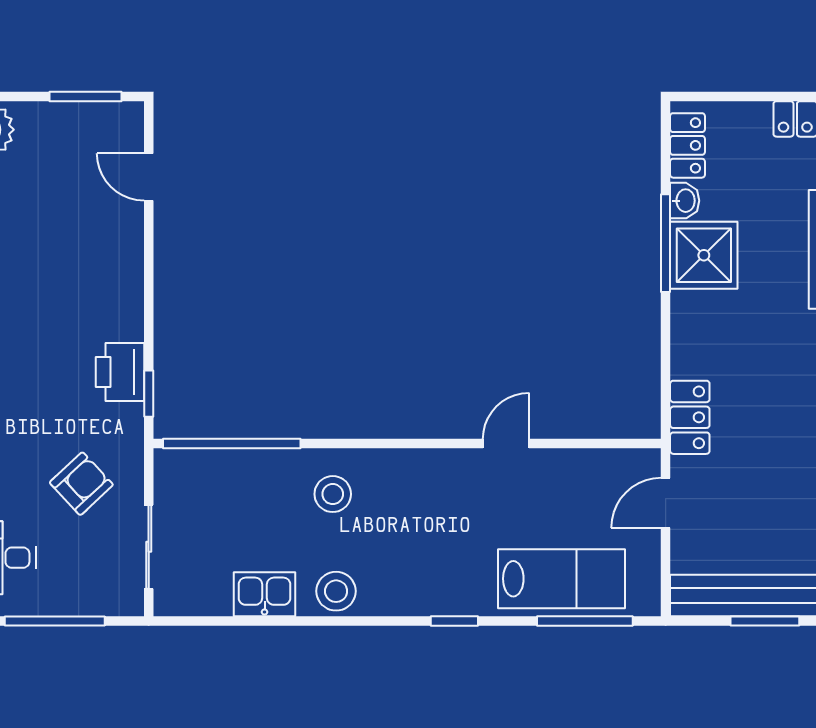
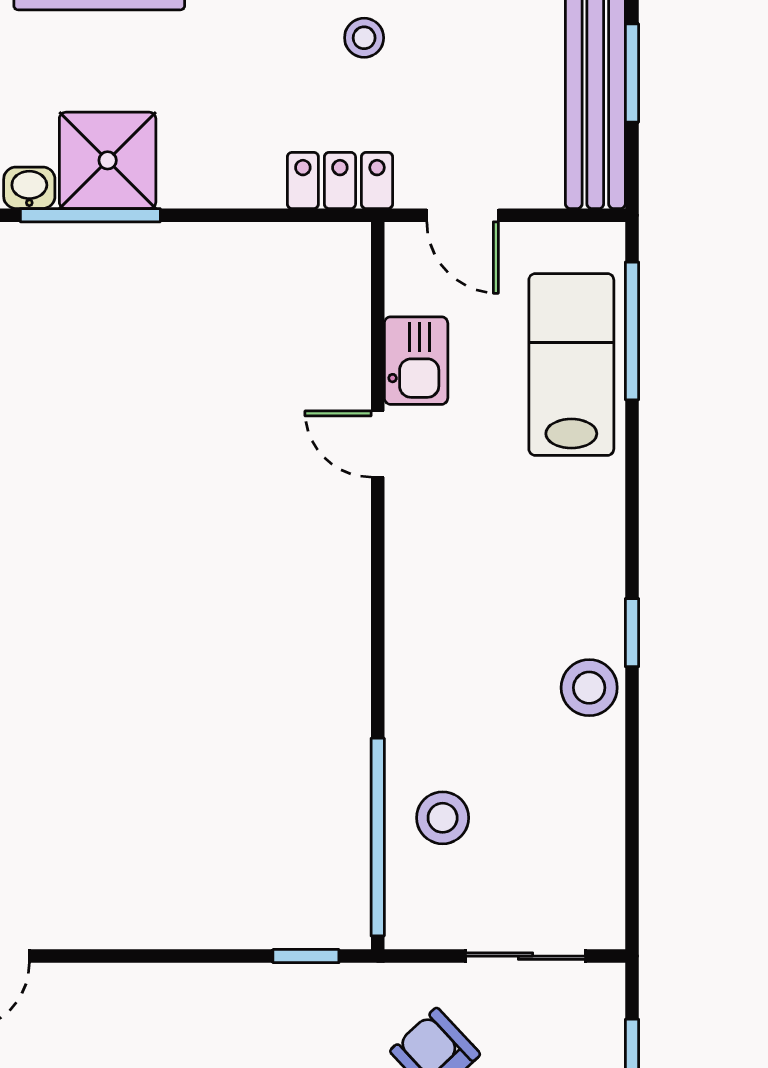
printer: (120, 372) -> (275, 997), removed
stool: (789, 434) -> (364, 38), added
stool: (333, 494) -> (443, 818), moved
kitchen sink: (265, 594) -> (416, 361), moved, turned 180
window: (454, 621) -> (632, 633), moved

